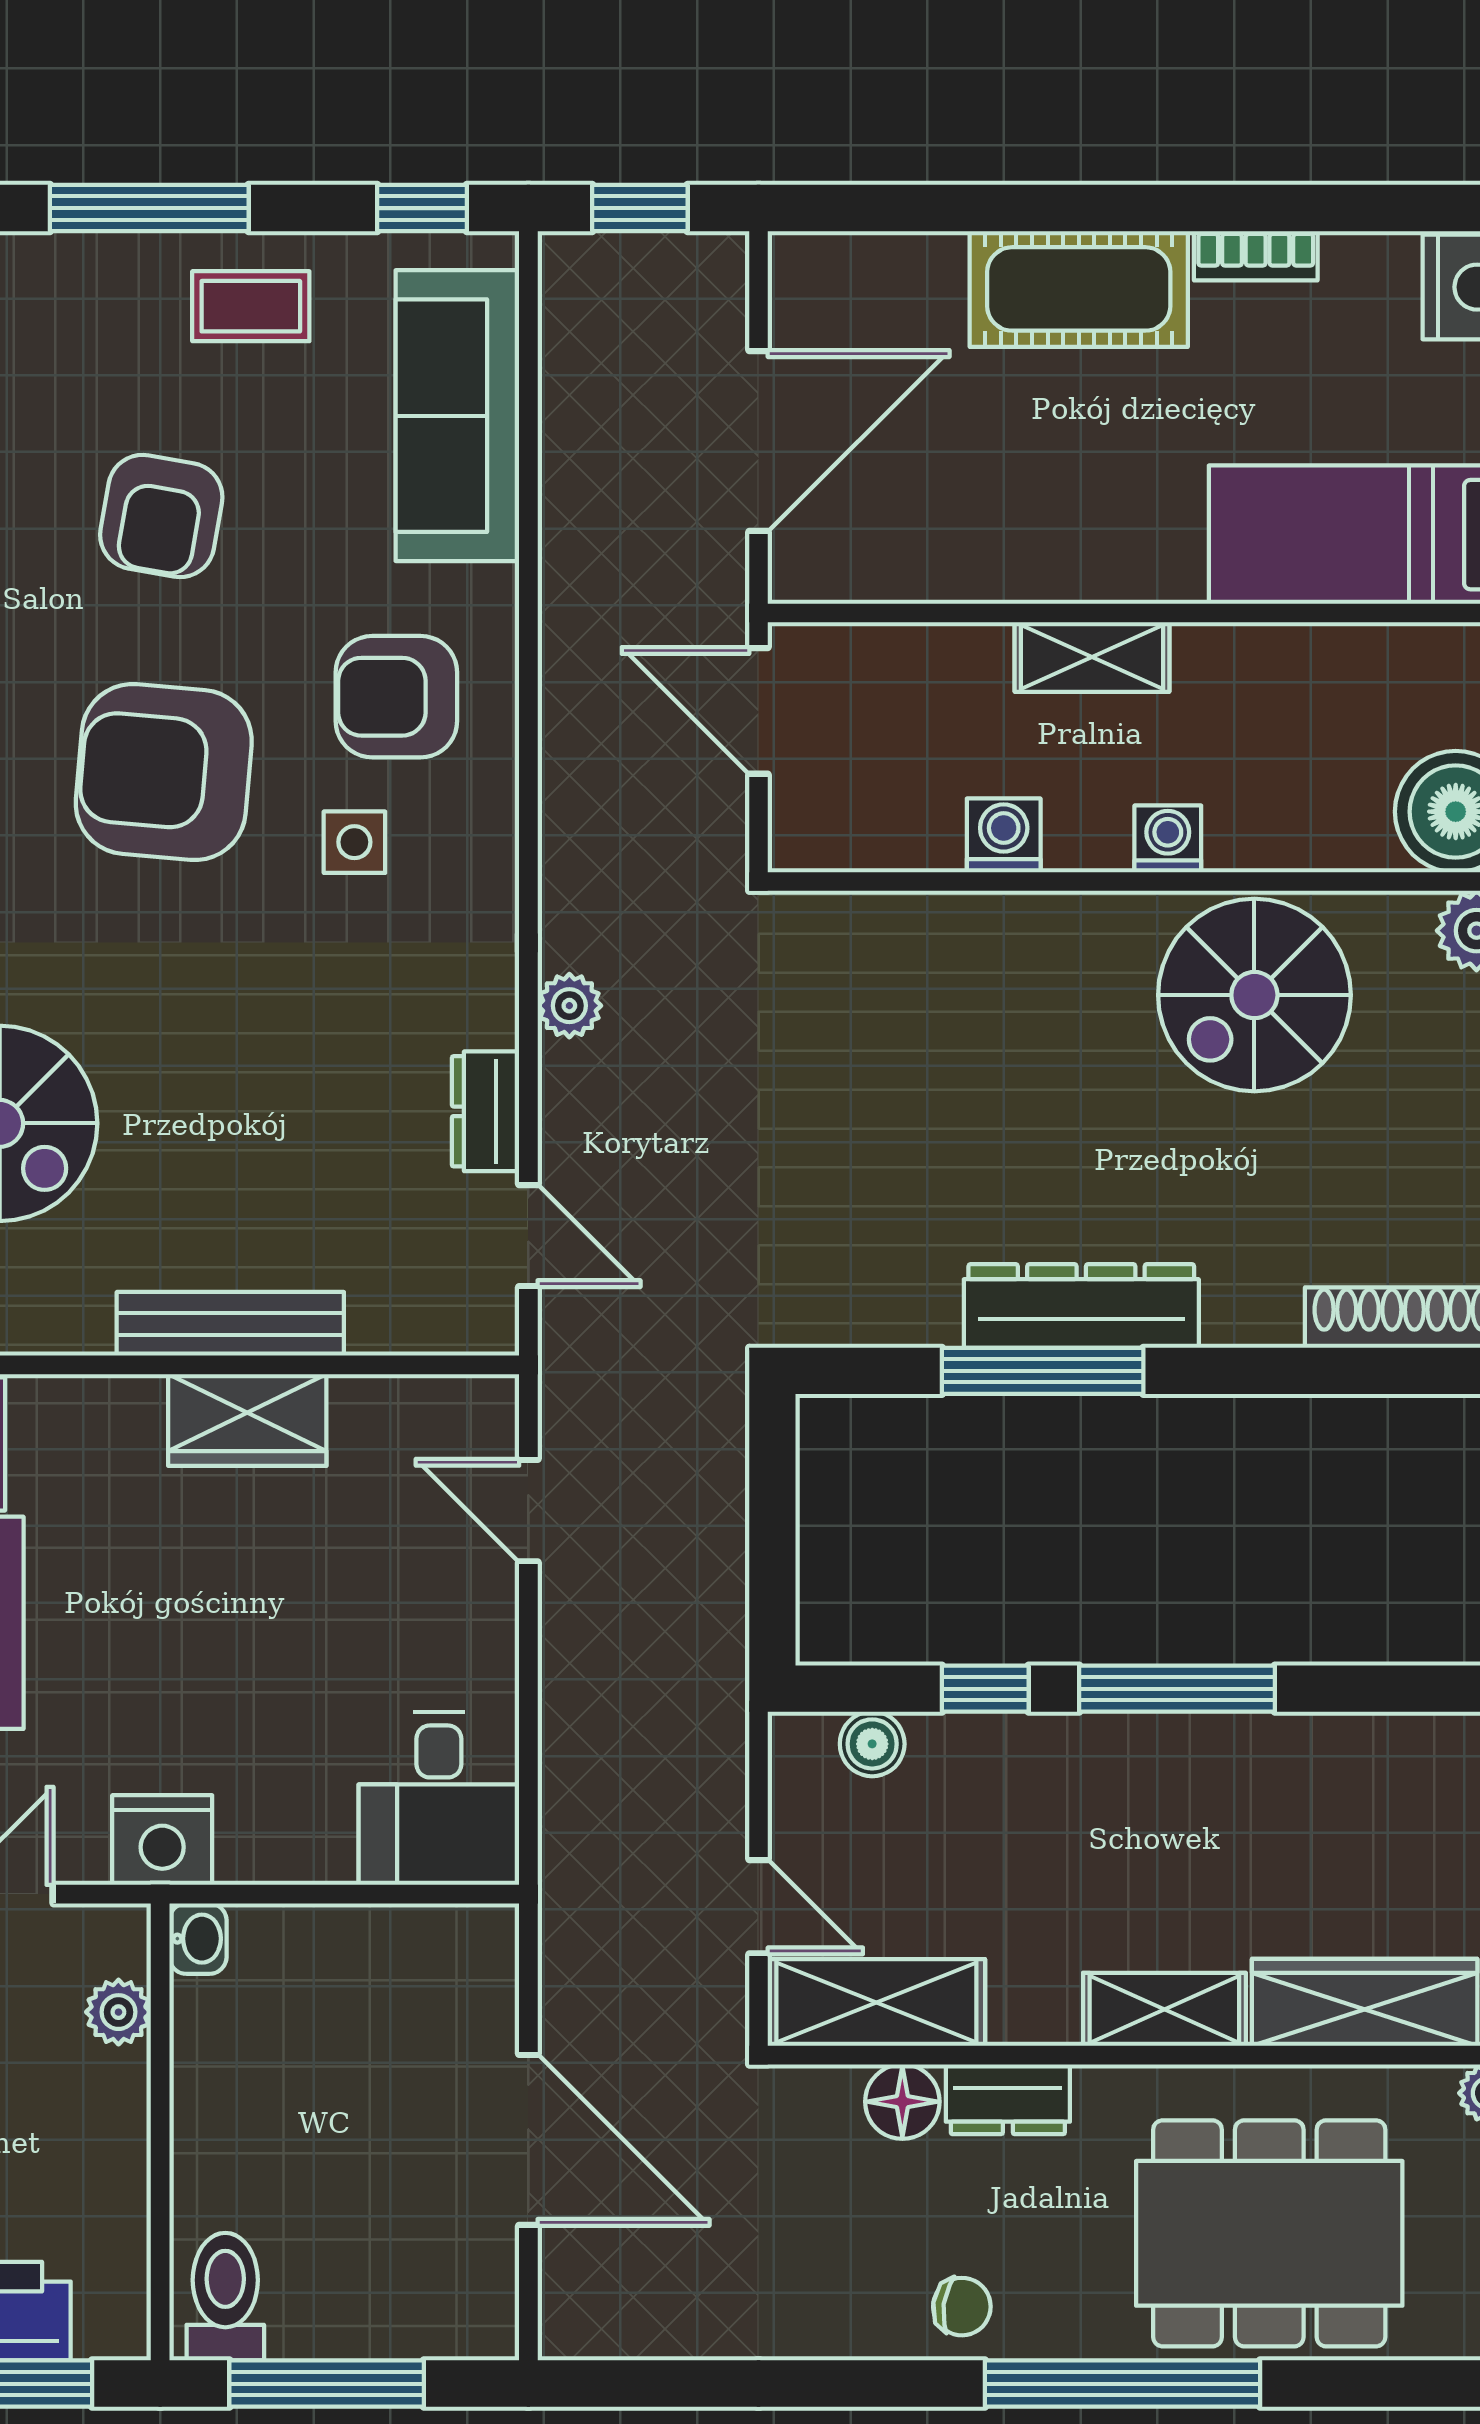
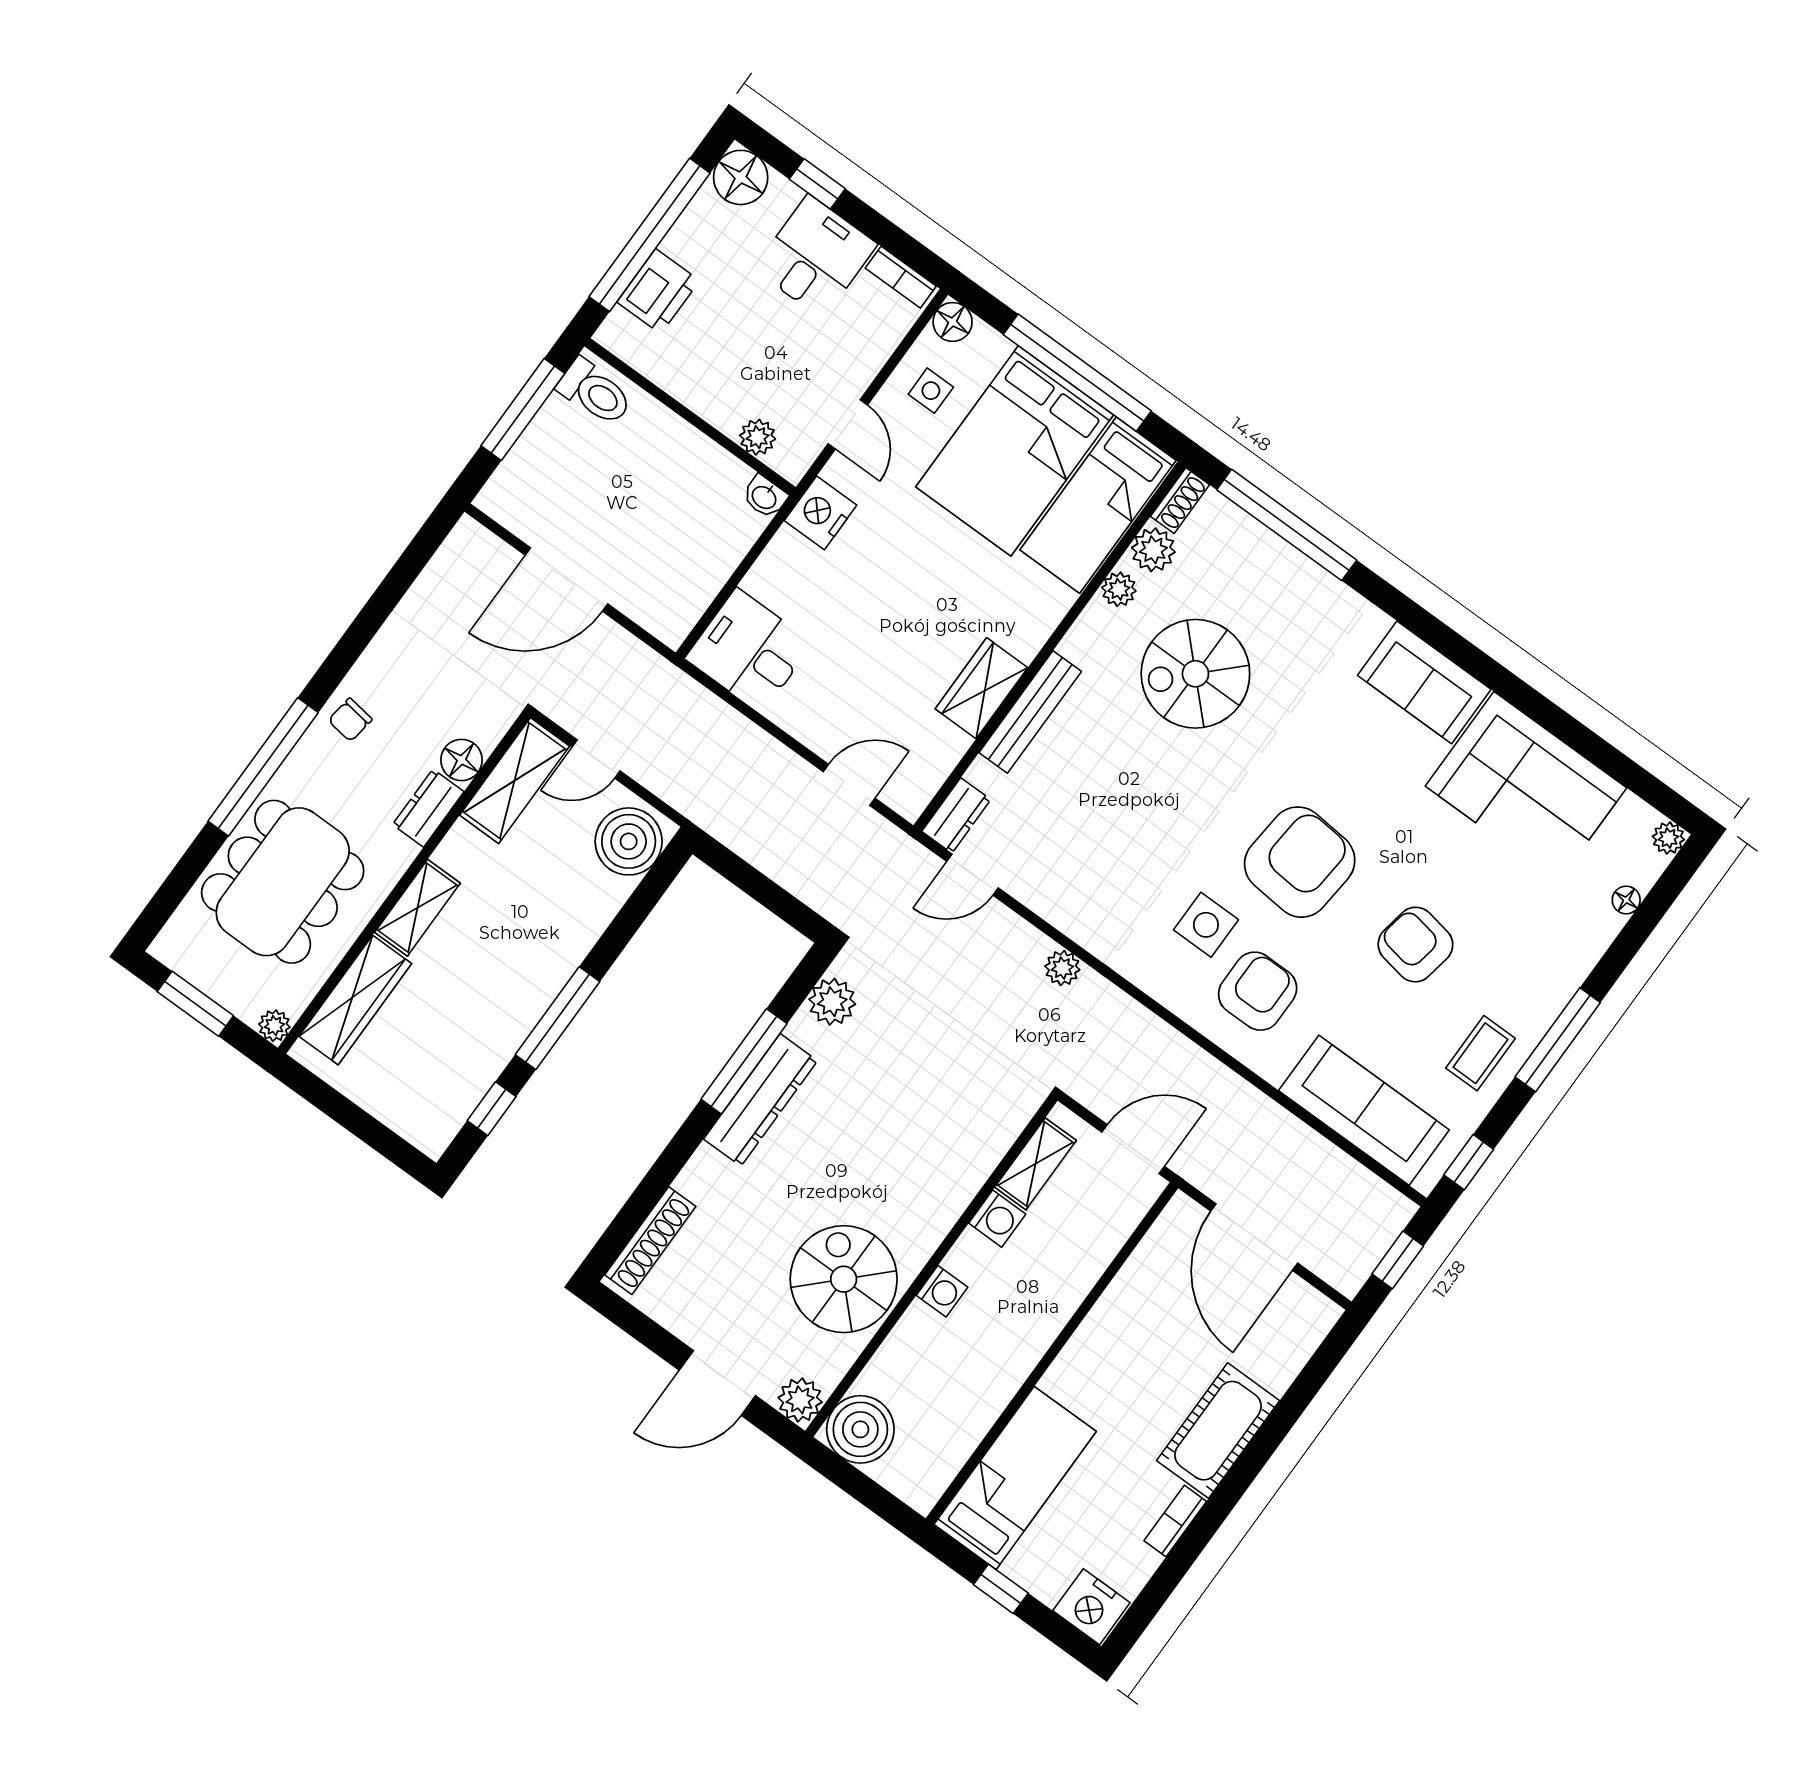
shelving: (1092, 657) -> (1035, 1164), moved
side table: (354, 842) -> (1206, 925), width x1.37, depth x1.37
dresser: (485, 1111) -> (956, 815), moved, turned 90
plant: (862, 1306) -> (832, 1002), added
window: (985, 1689) -> (492, 1109), moved
boiler: (872, 1744) -> (629, 841), width x1.86, depth x1.86

